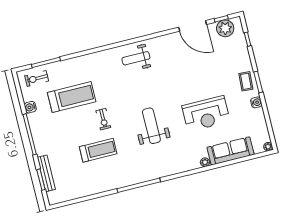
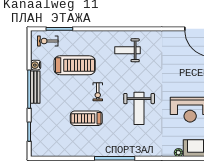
weight bench: (136, 58) -> (127, 50), moved
weight bench: (151, 126) -> (139, 108), turned 180
treadmill: (98, 150) -> (86, 118), turned 180
bench: (46, 173) -> (35, 87), moved

